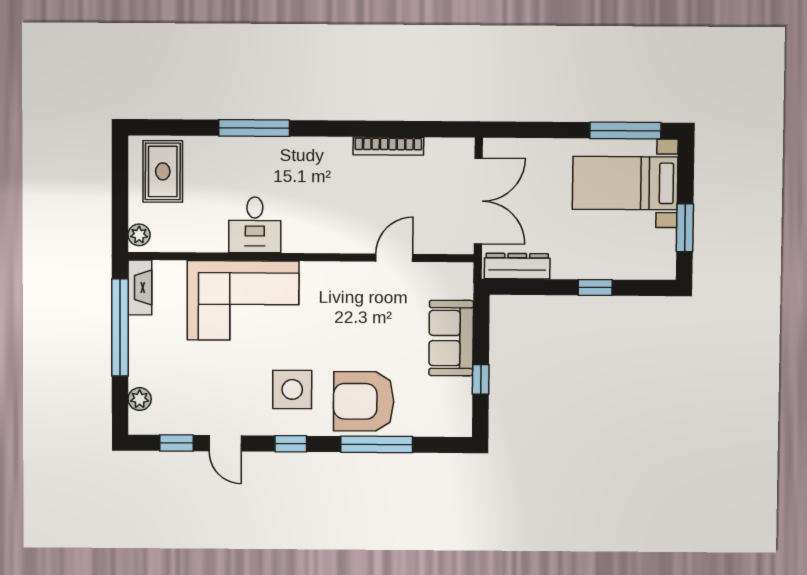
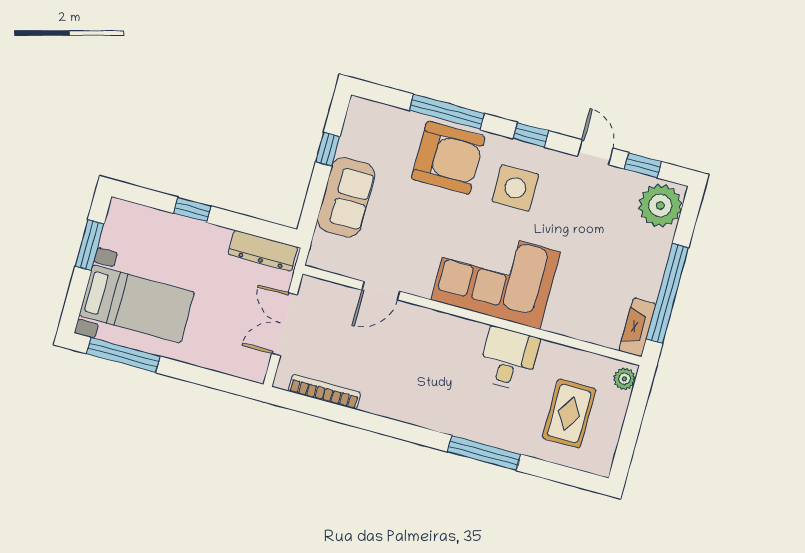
bookcase: (388, 146) -> (324, 392), moved
rug: (163, 171) -> (569, 413), moved
double door: (478, 201) -> (284, 324), width x0.73
corner sofa: (243, 300) -> (496, 276), moved
plant: (140, 399) -> (660, 206), width x1.87, depth x1.87

